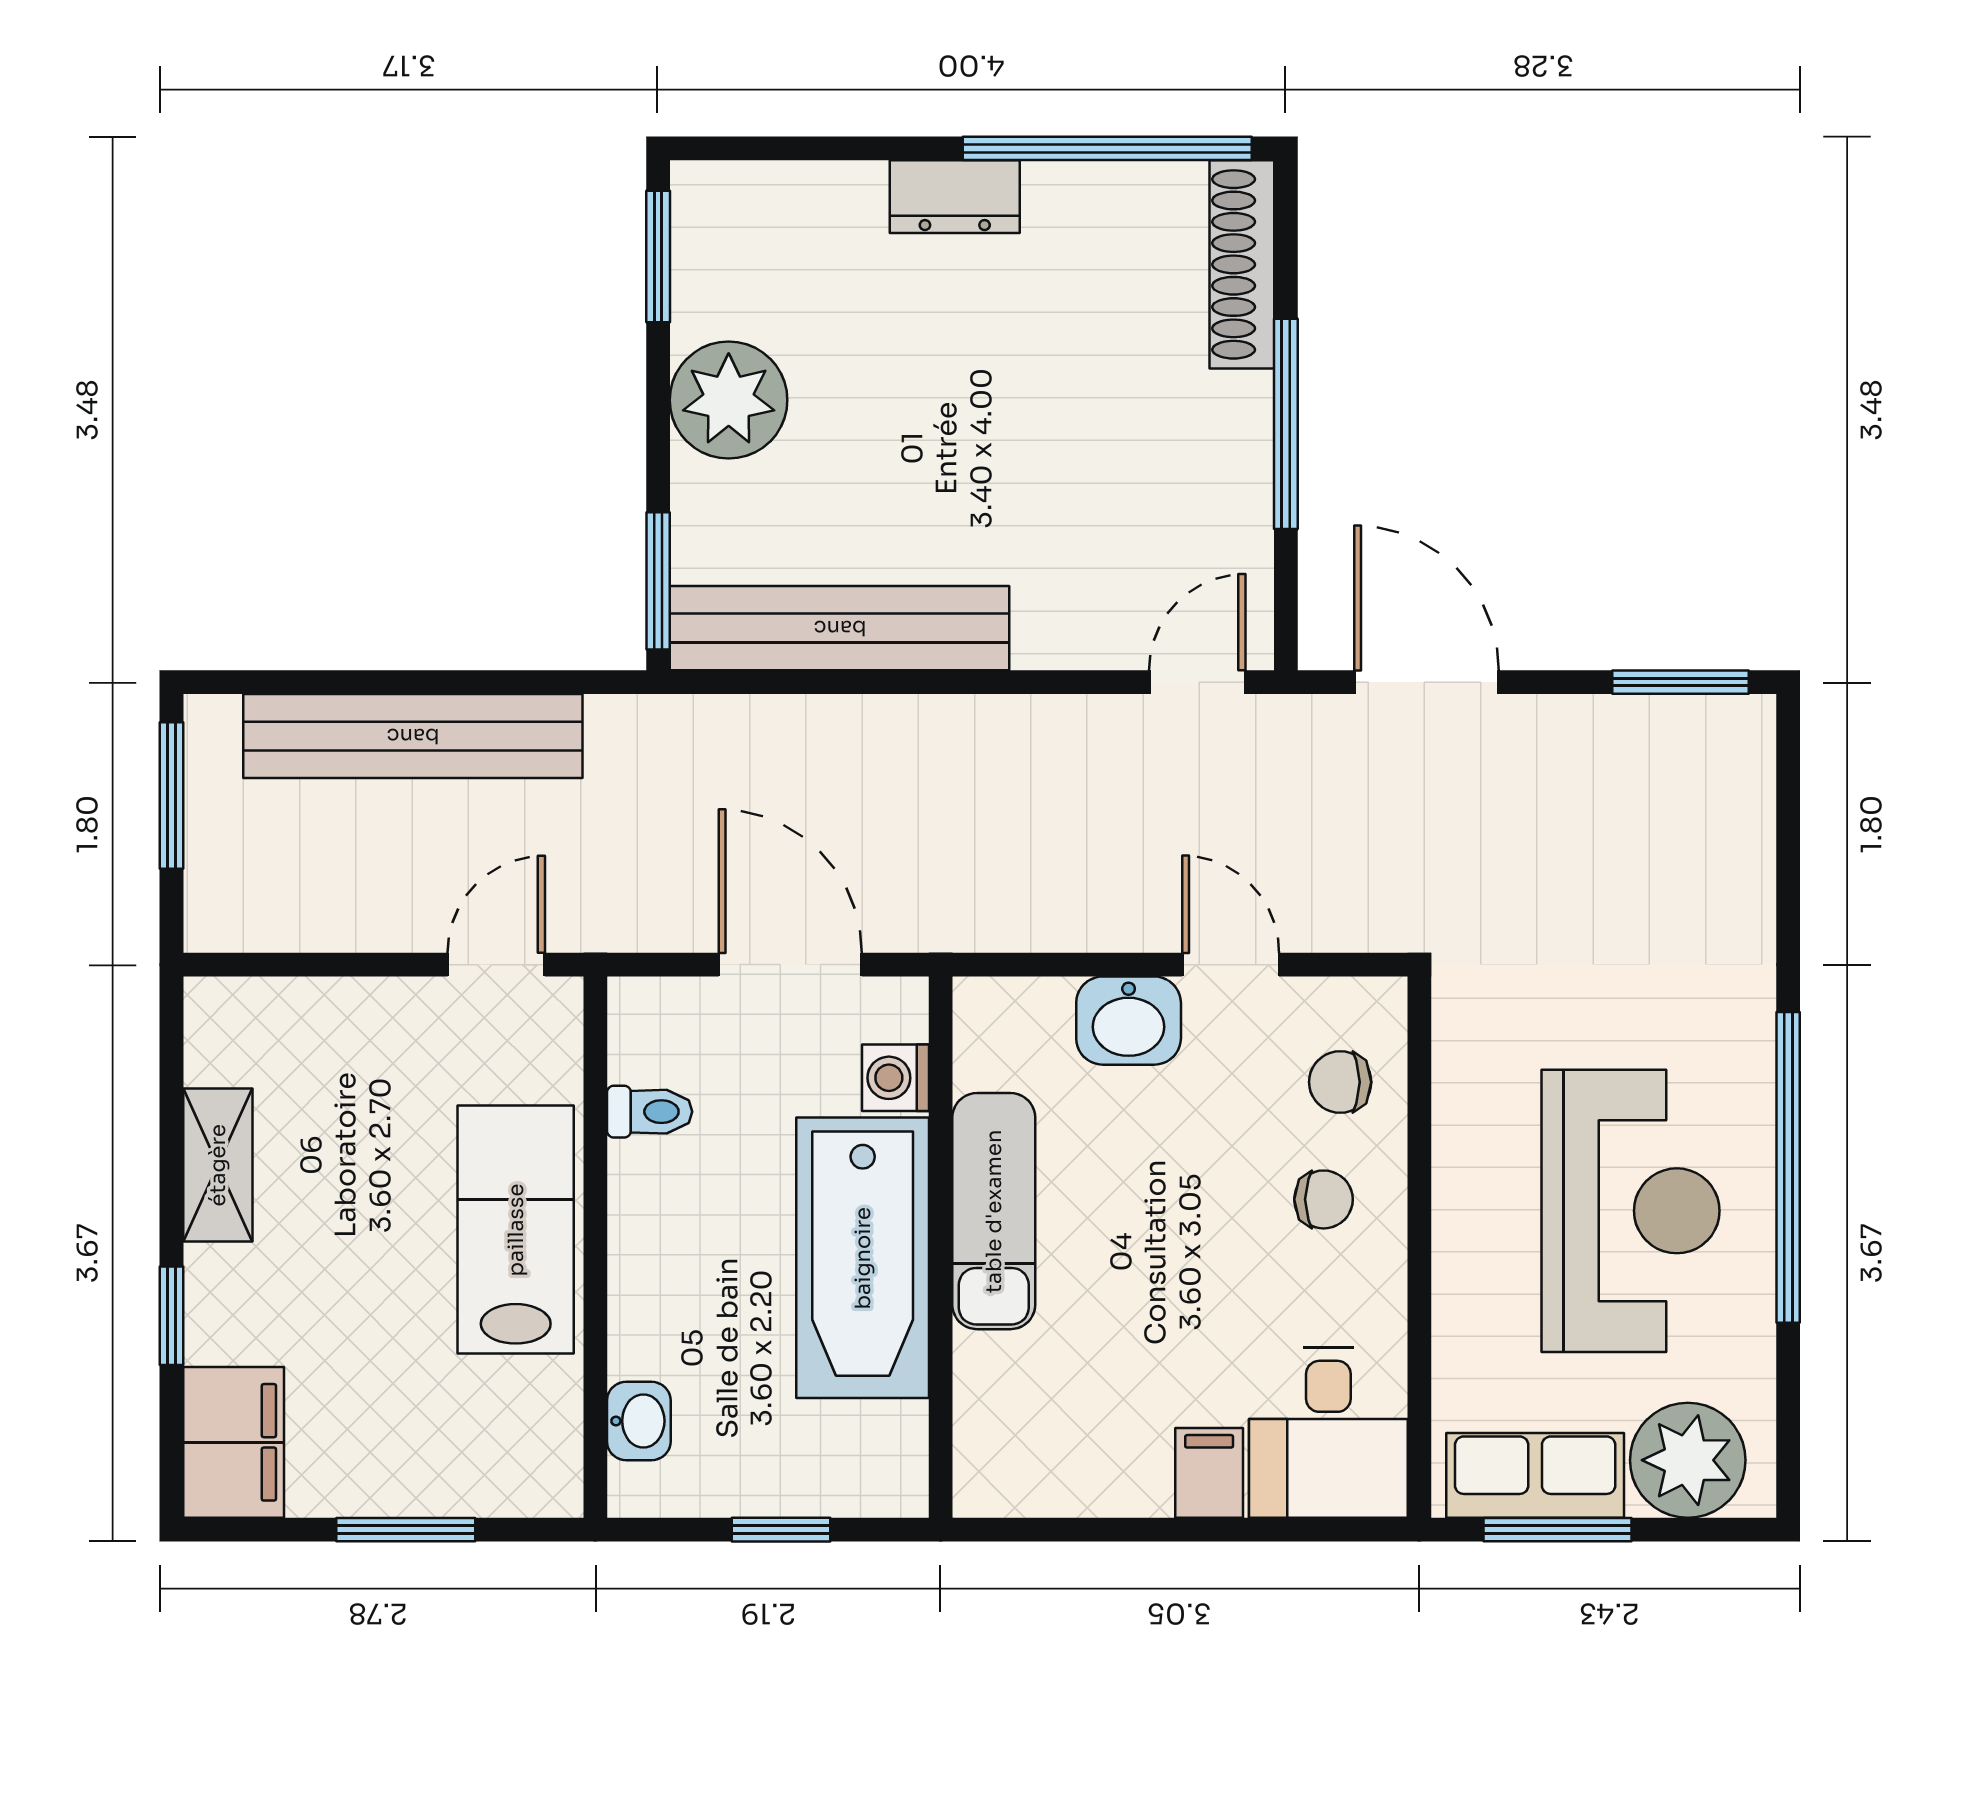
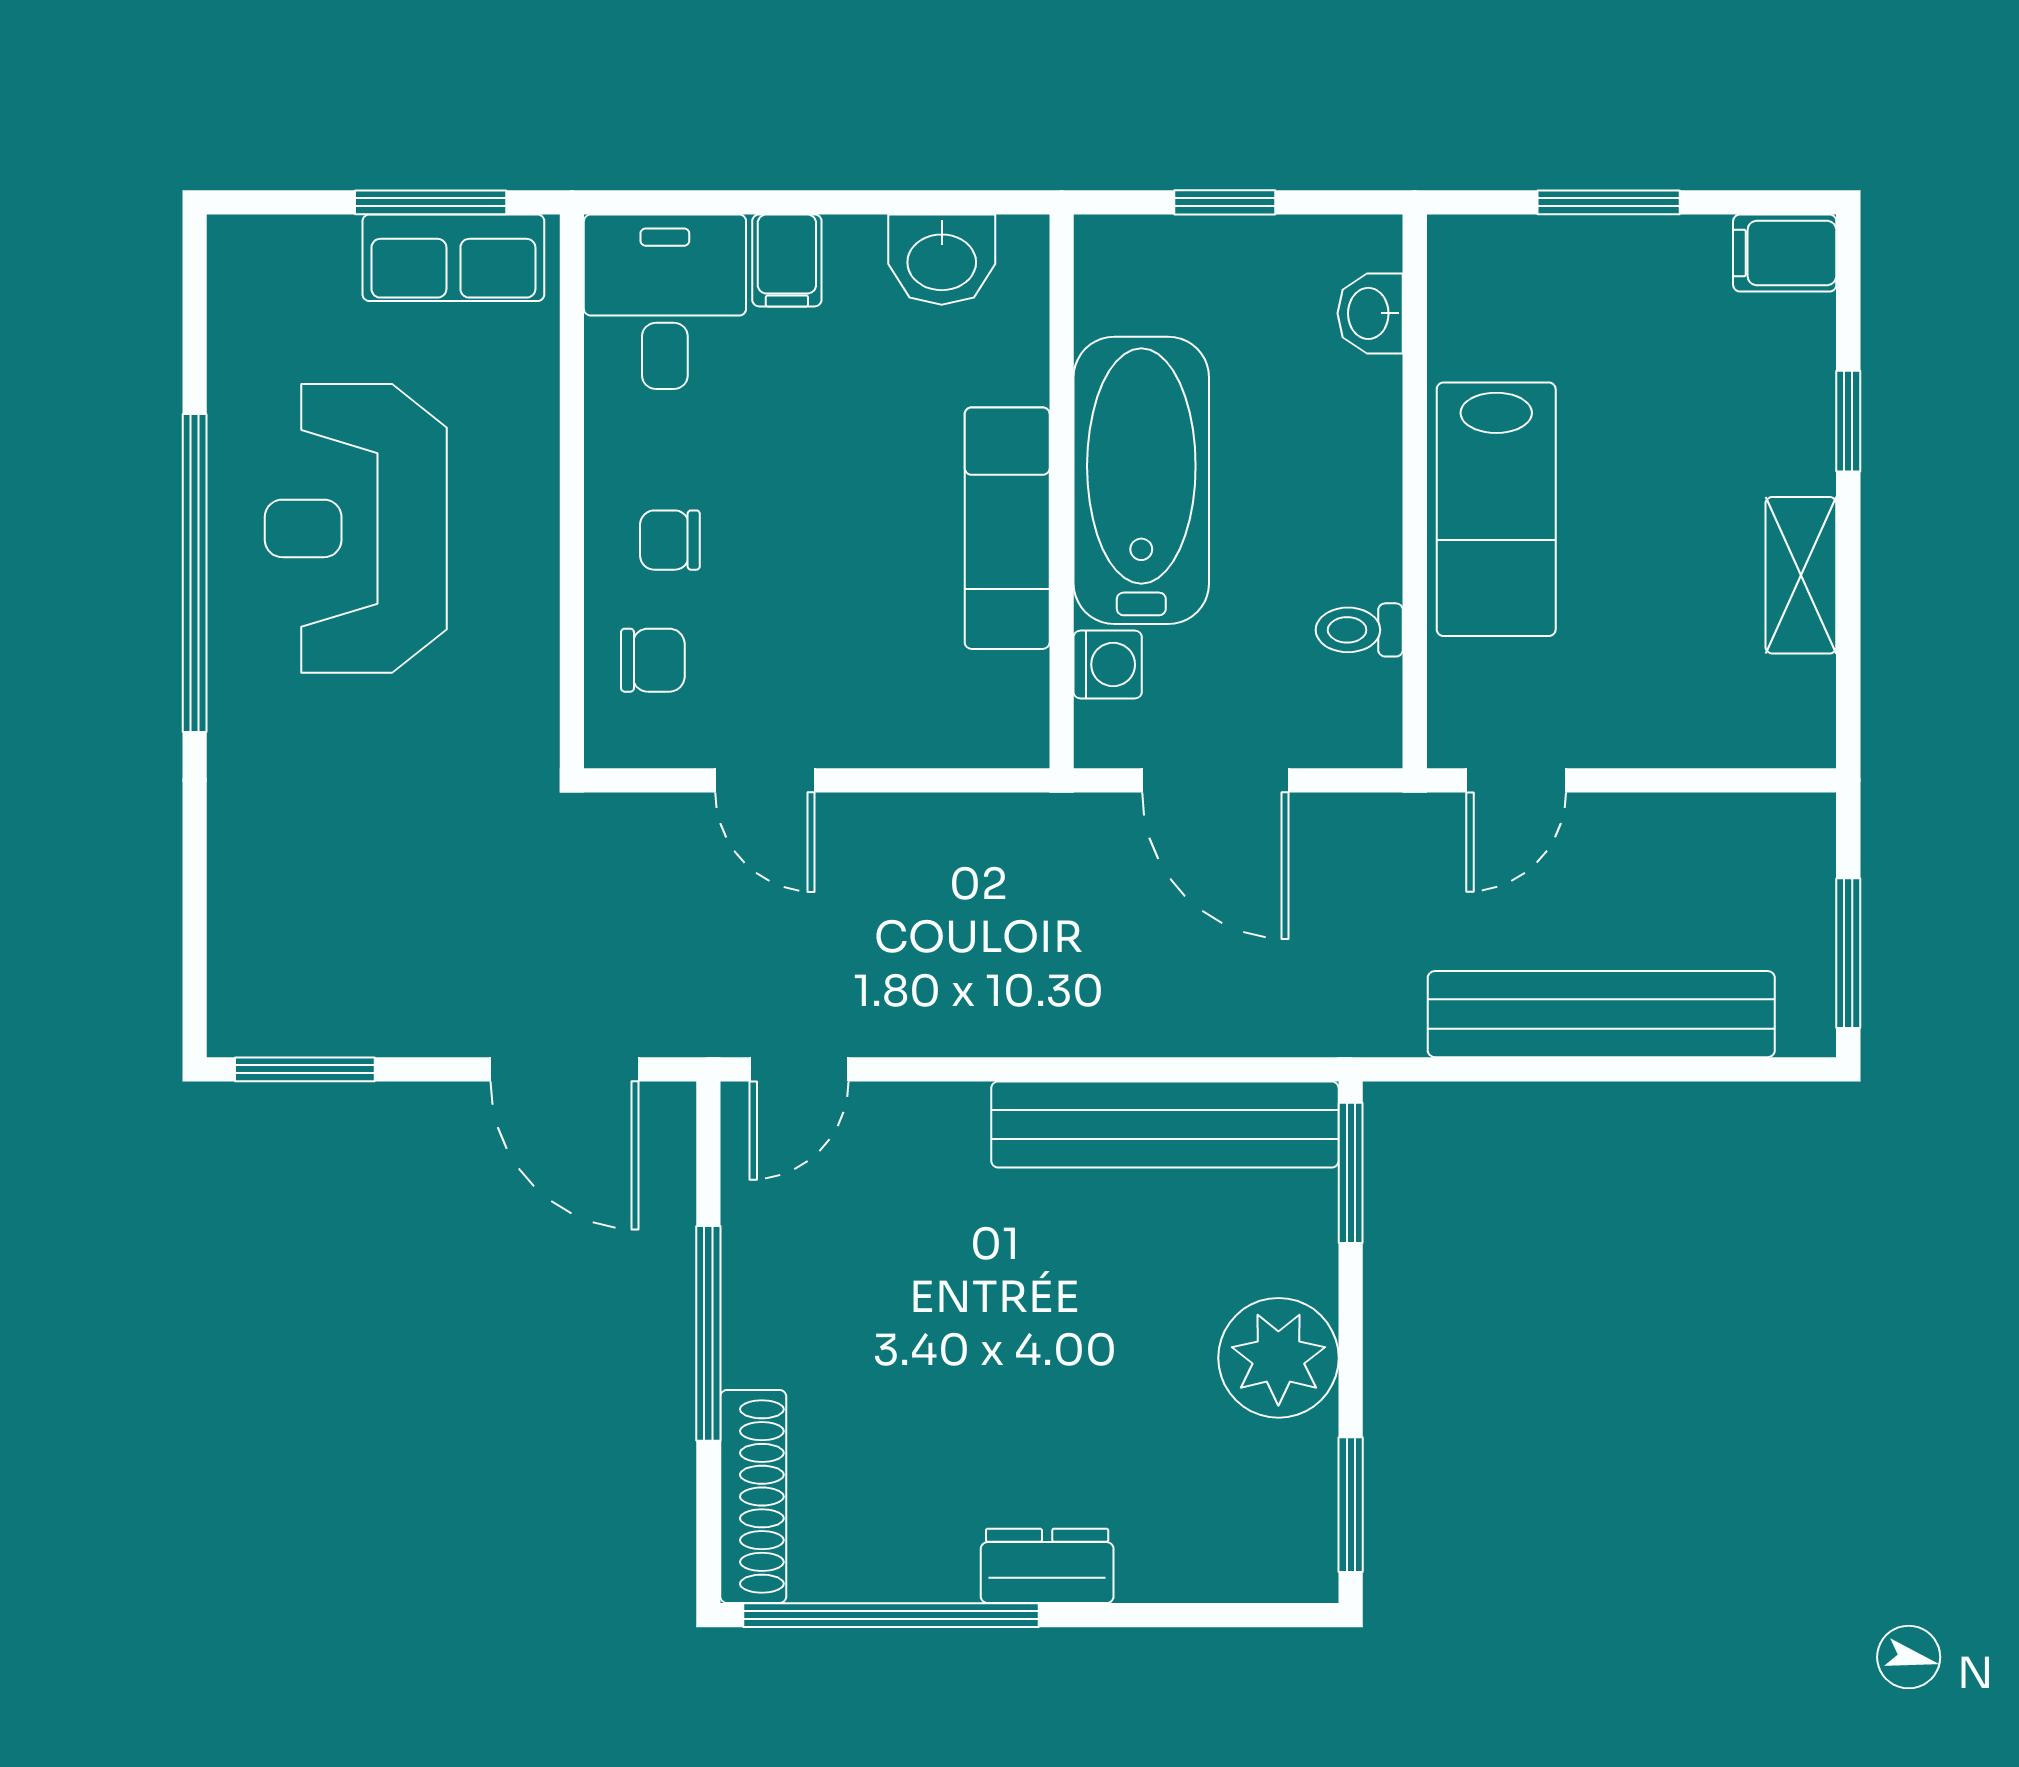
washbasin: (1129, 1021) -> (942, 260), moved, turned 180
filing cabinet: (234, 1442) -> (1785, 253), width x0.50
plant: (1688, 1460) -> (297, 273), removed

